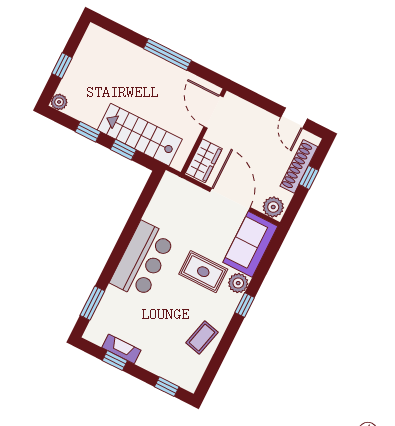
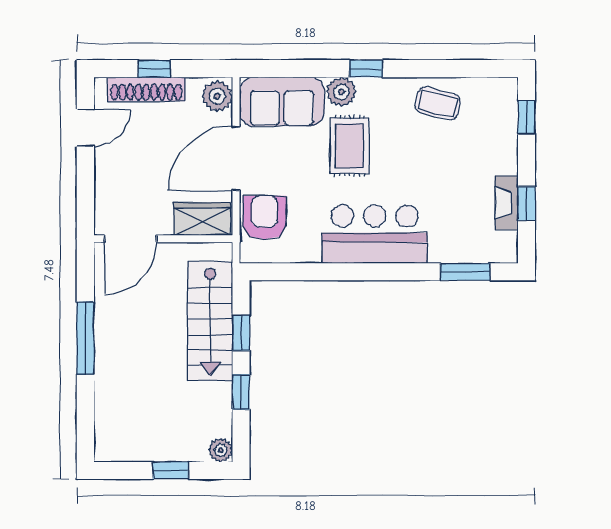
armchair: (186, 199) -> (265, 218), added

